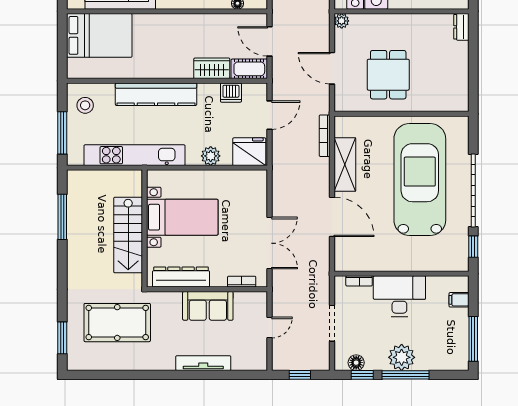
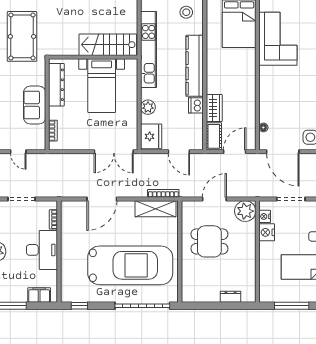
plant: (342, 21) -> (245, 211), width x1.87, depth x1.87
dresser: (461, 27) -> (231, 297), moved
dishwasher: (231, 93) -> (196, 105), moved
shelving: (345, 165) -> (155, 209), moved
garage door: (473, 190) -> (142, 306), moved
stairs: (128, 235) -> (108, 45), moved
double door: (270, 243) -> (114, 152), moved
filing cabinet: (459, 300) -> (39, 295), width x2.00

